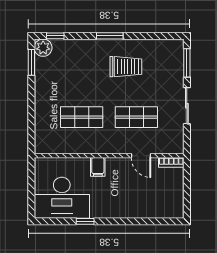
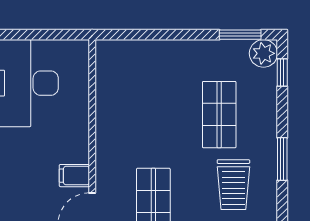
shop shelf: (82, 117) -> (219, 115), moved
filing cabinet: (98, 167) -> (74, 176), moved

